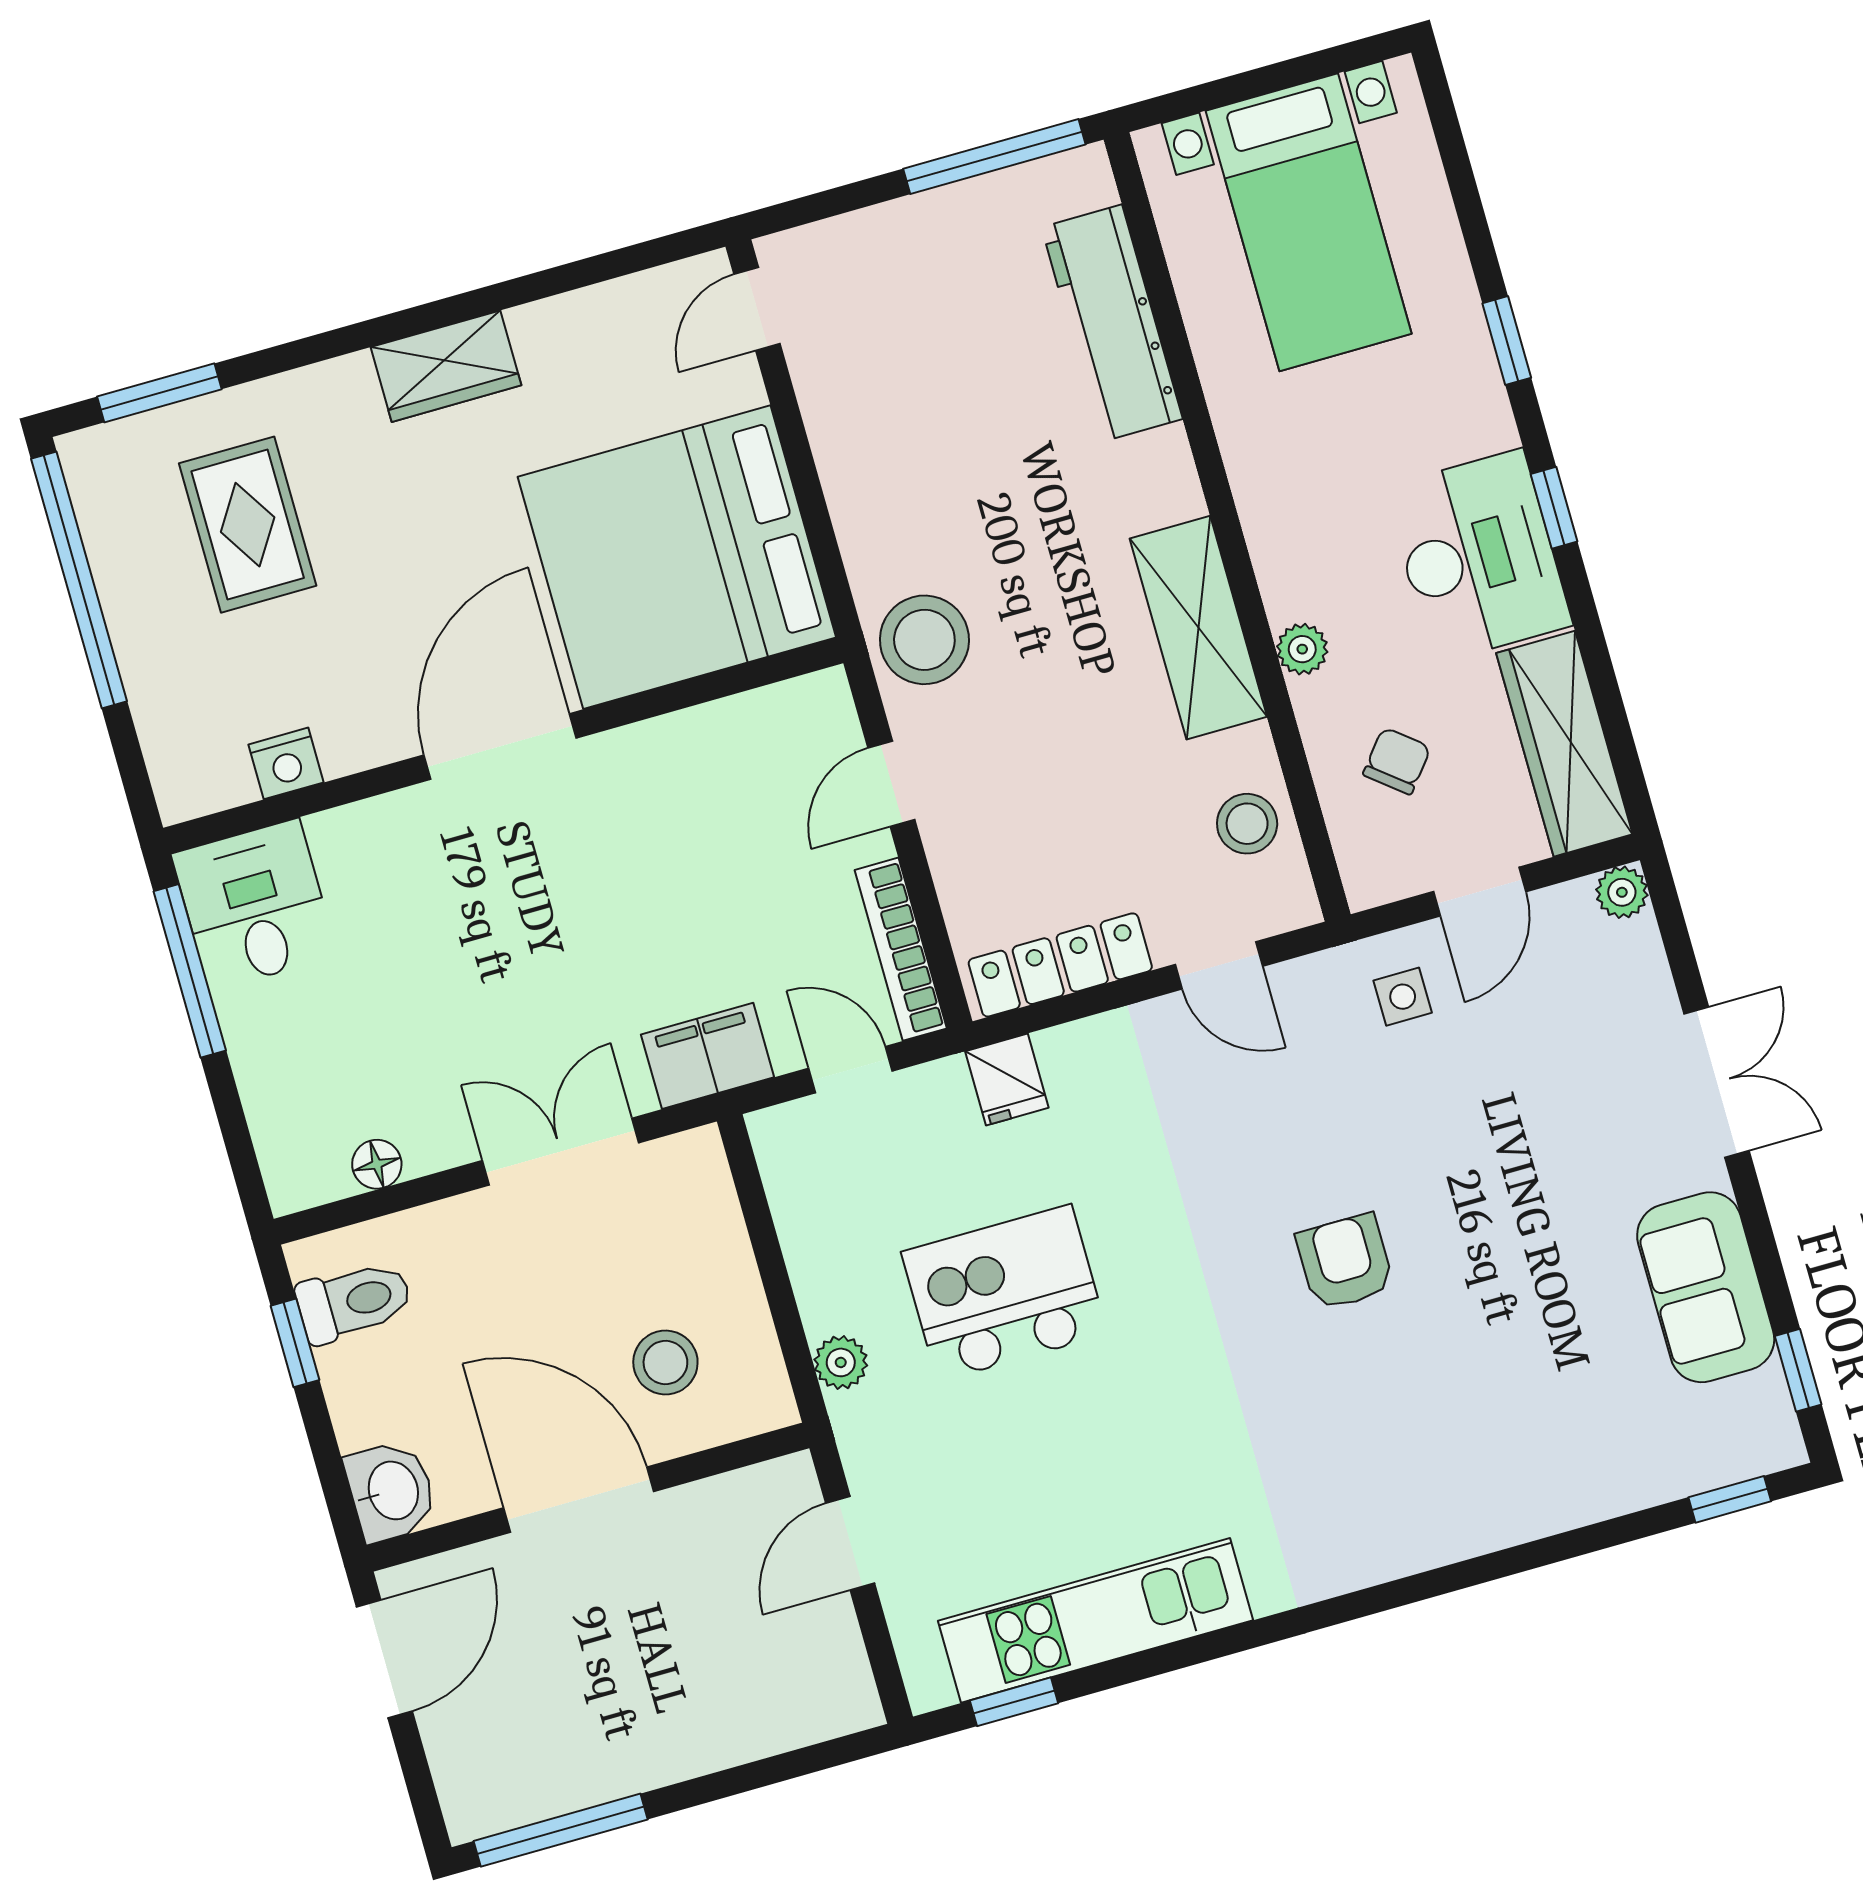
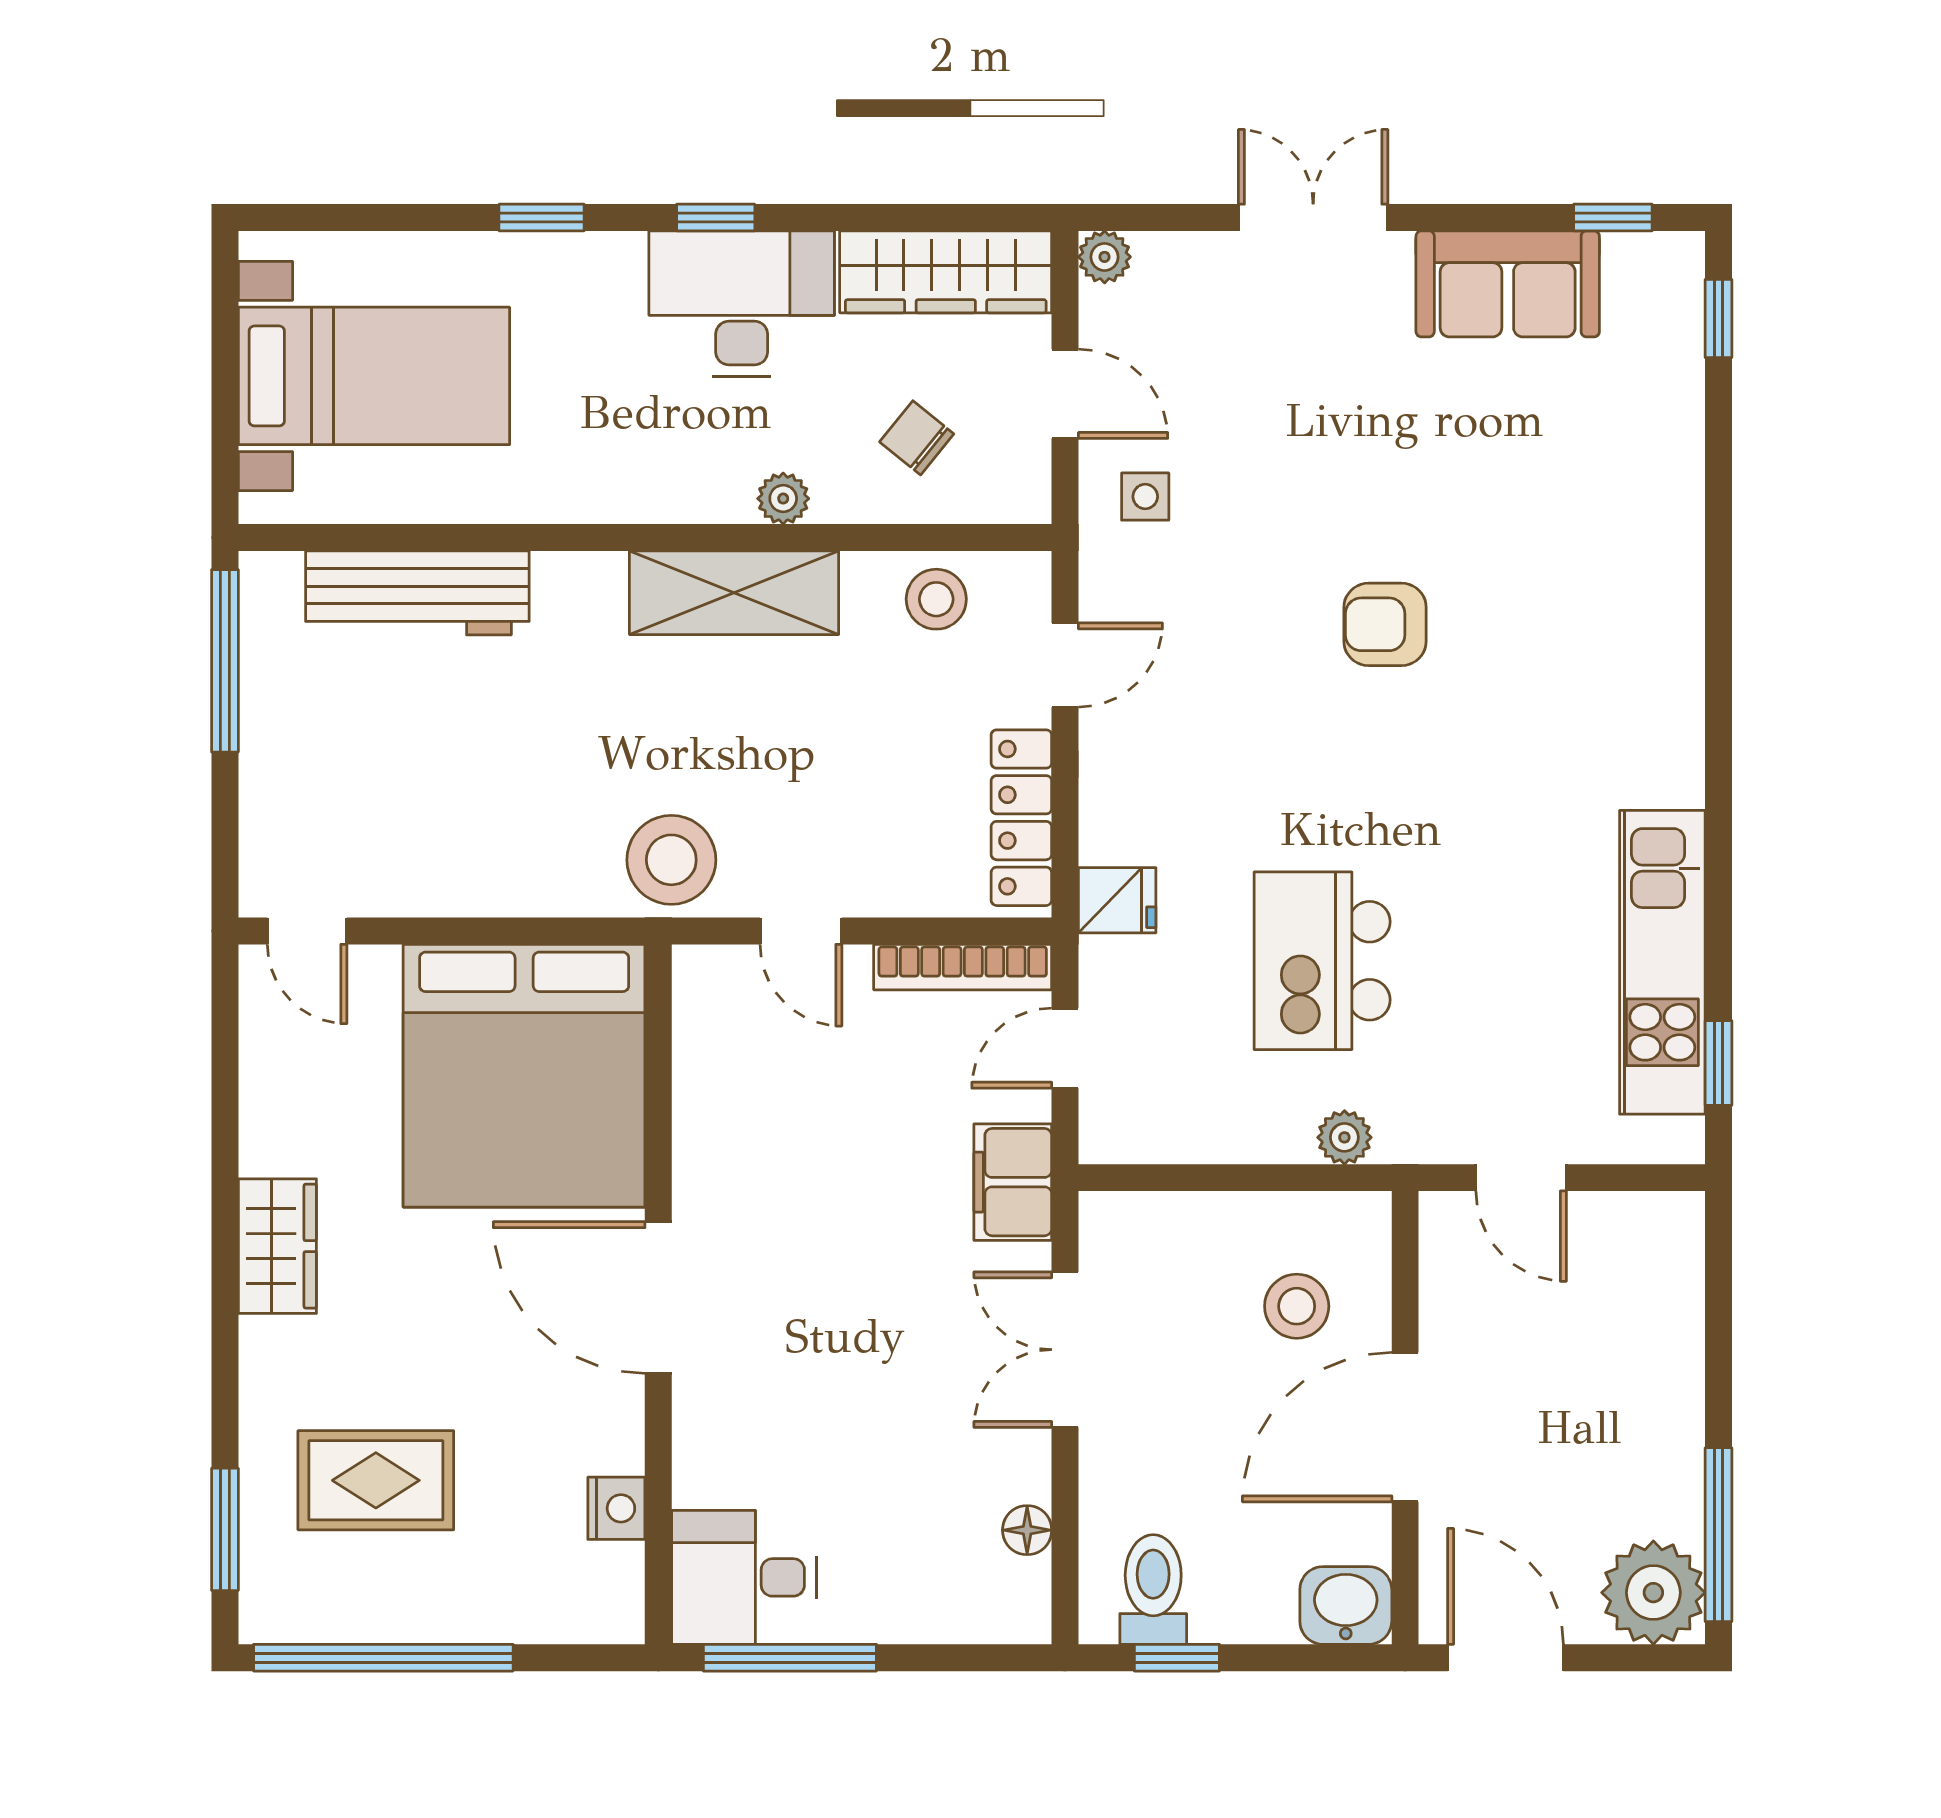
plant: (487, 1783) -> (1653, 1593), added

